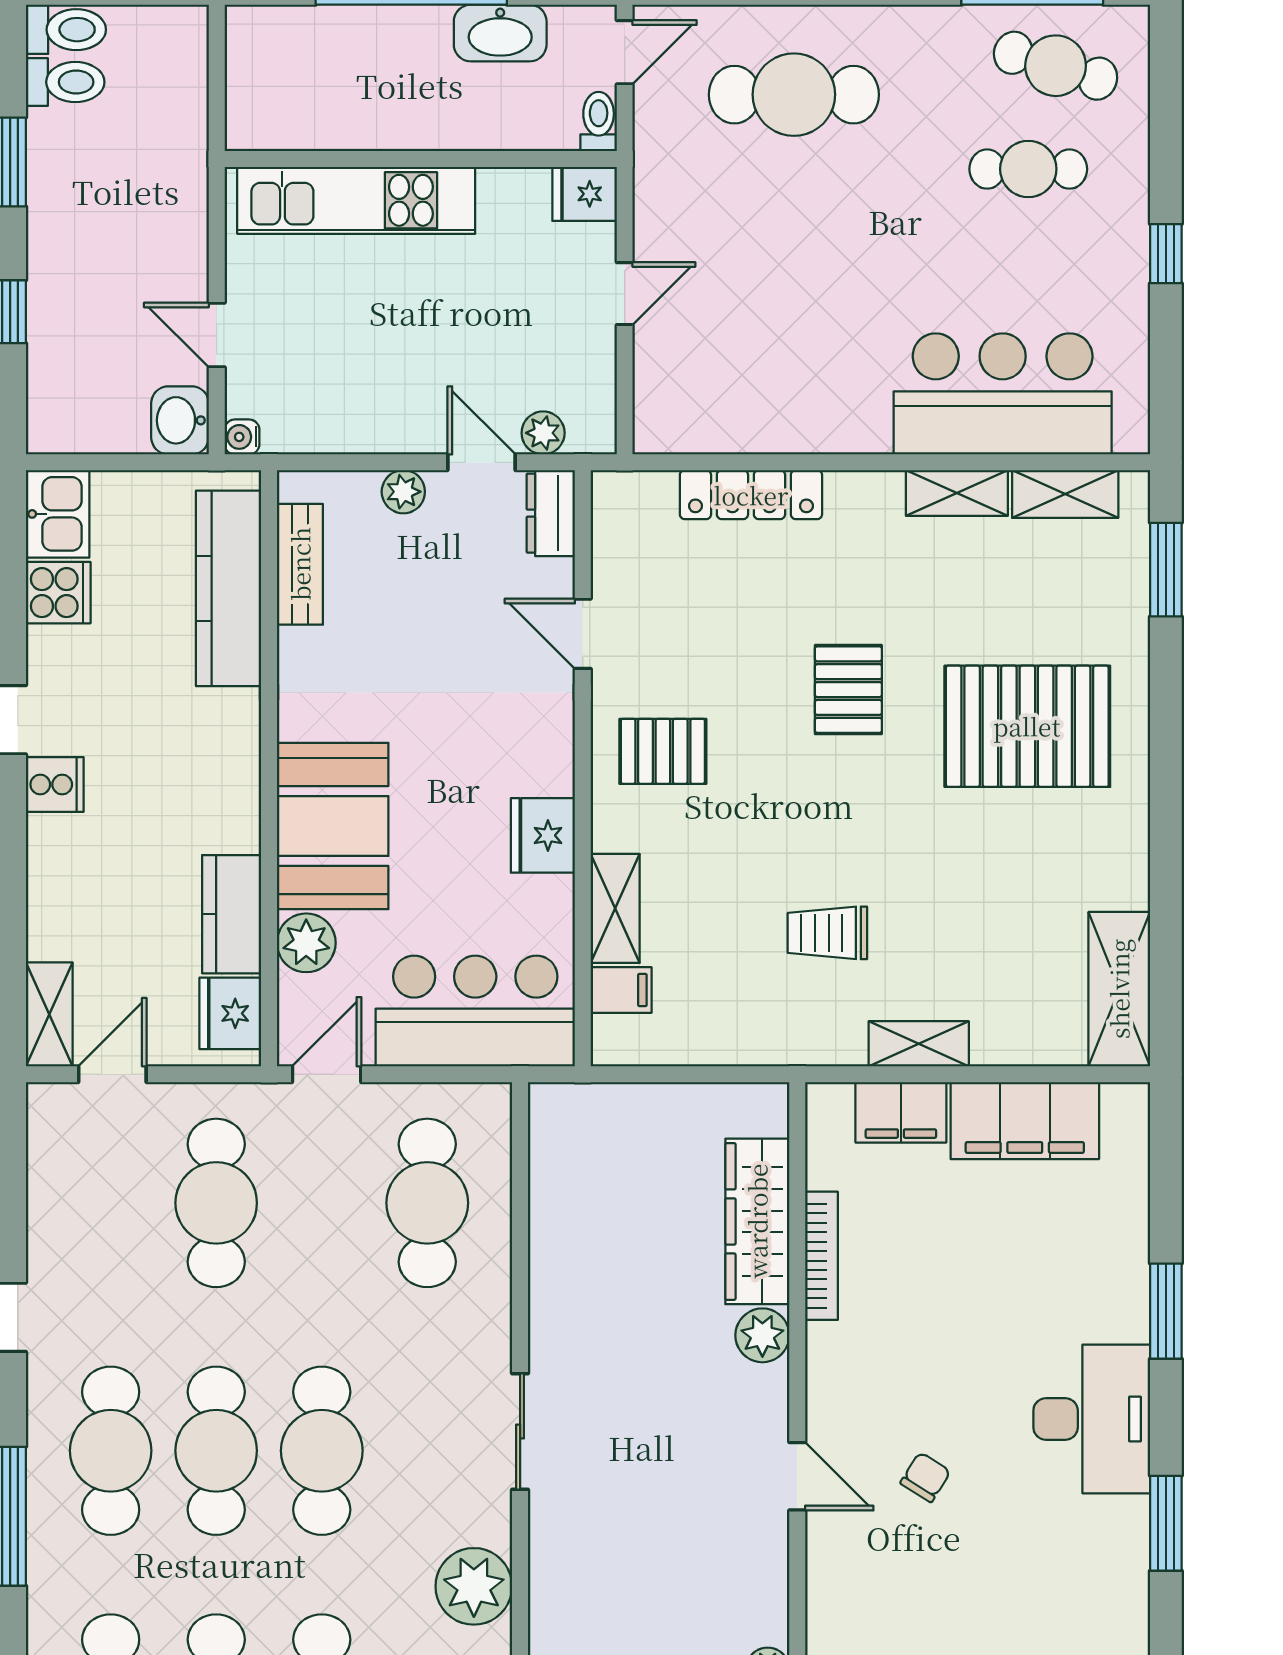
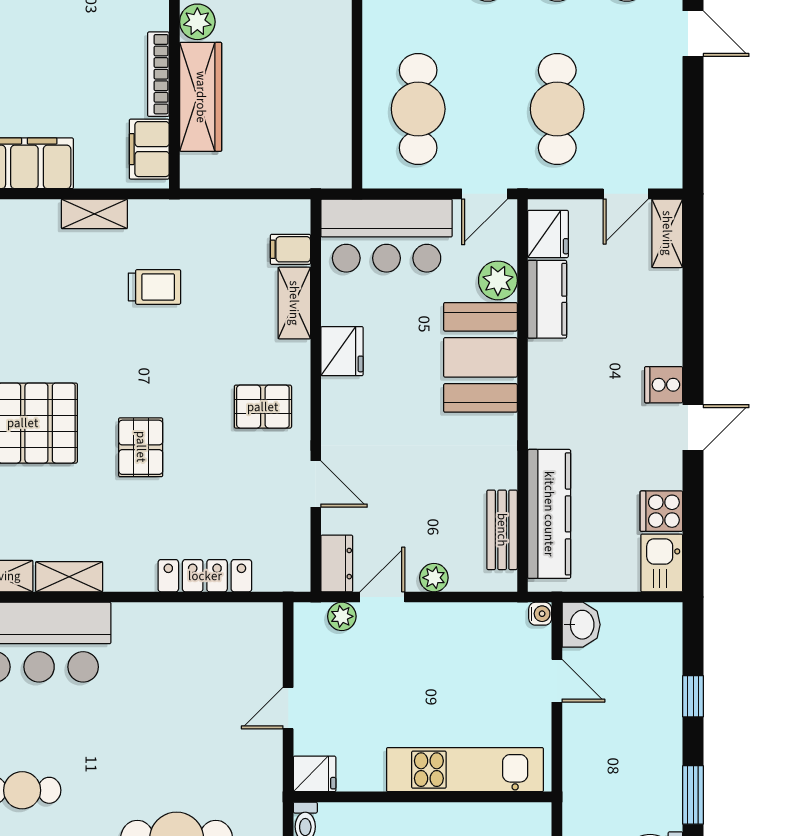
door: (481, 462) -> (382, 597), swing flipped
filing cabinet: (901, 1112) -> (149, 149), moved, turned -90

